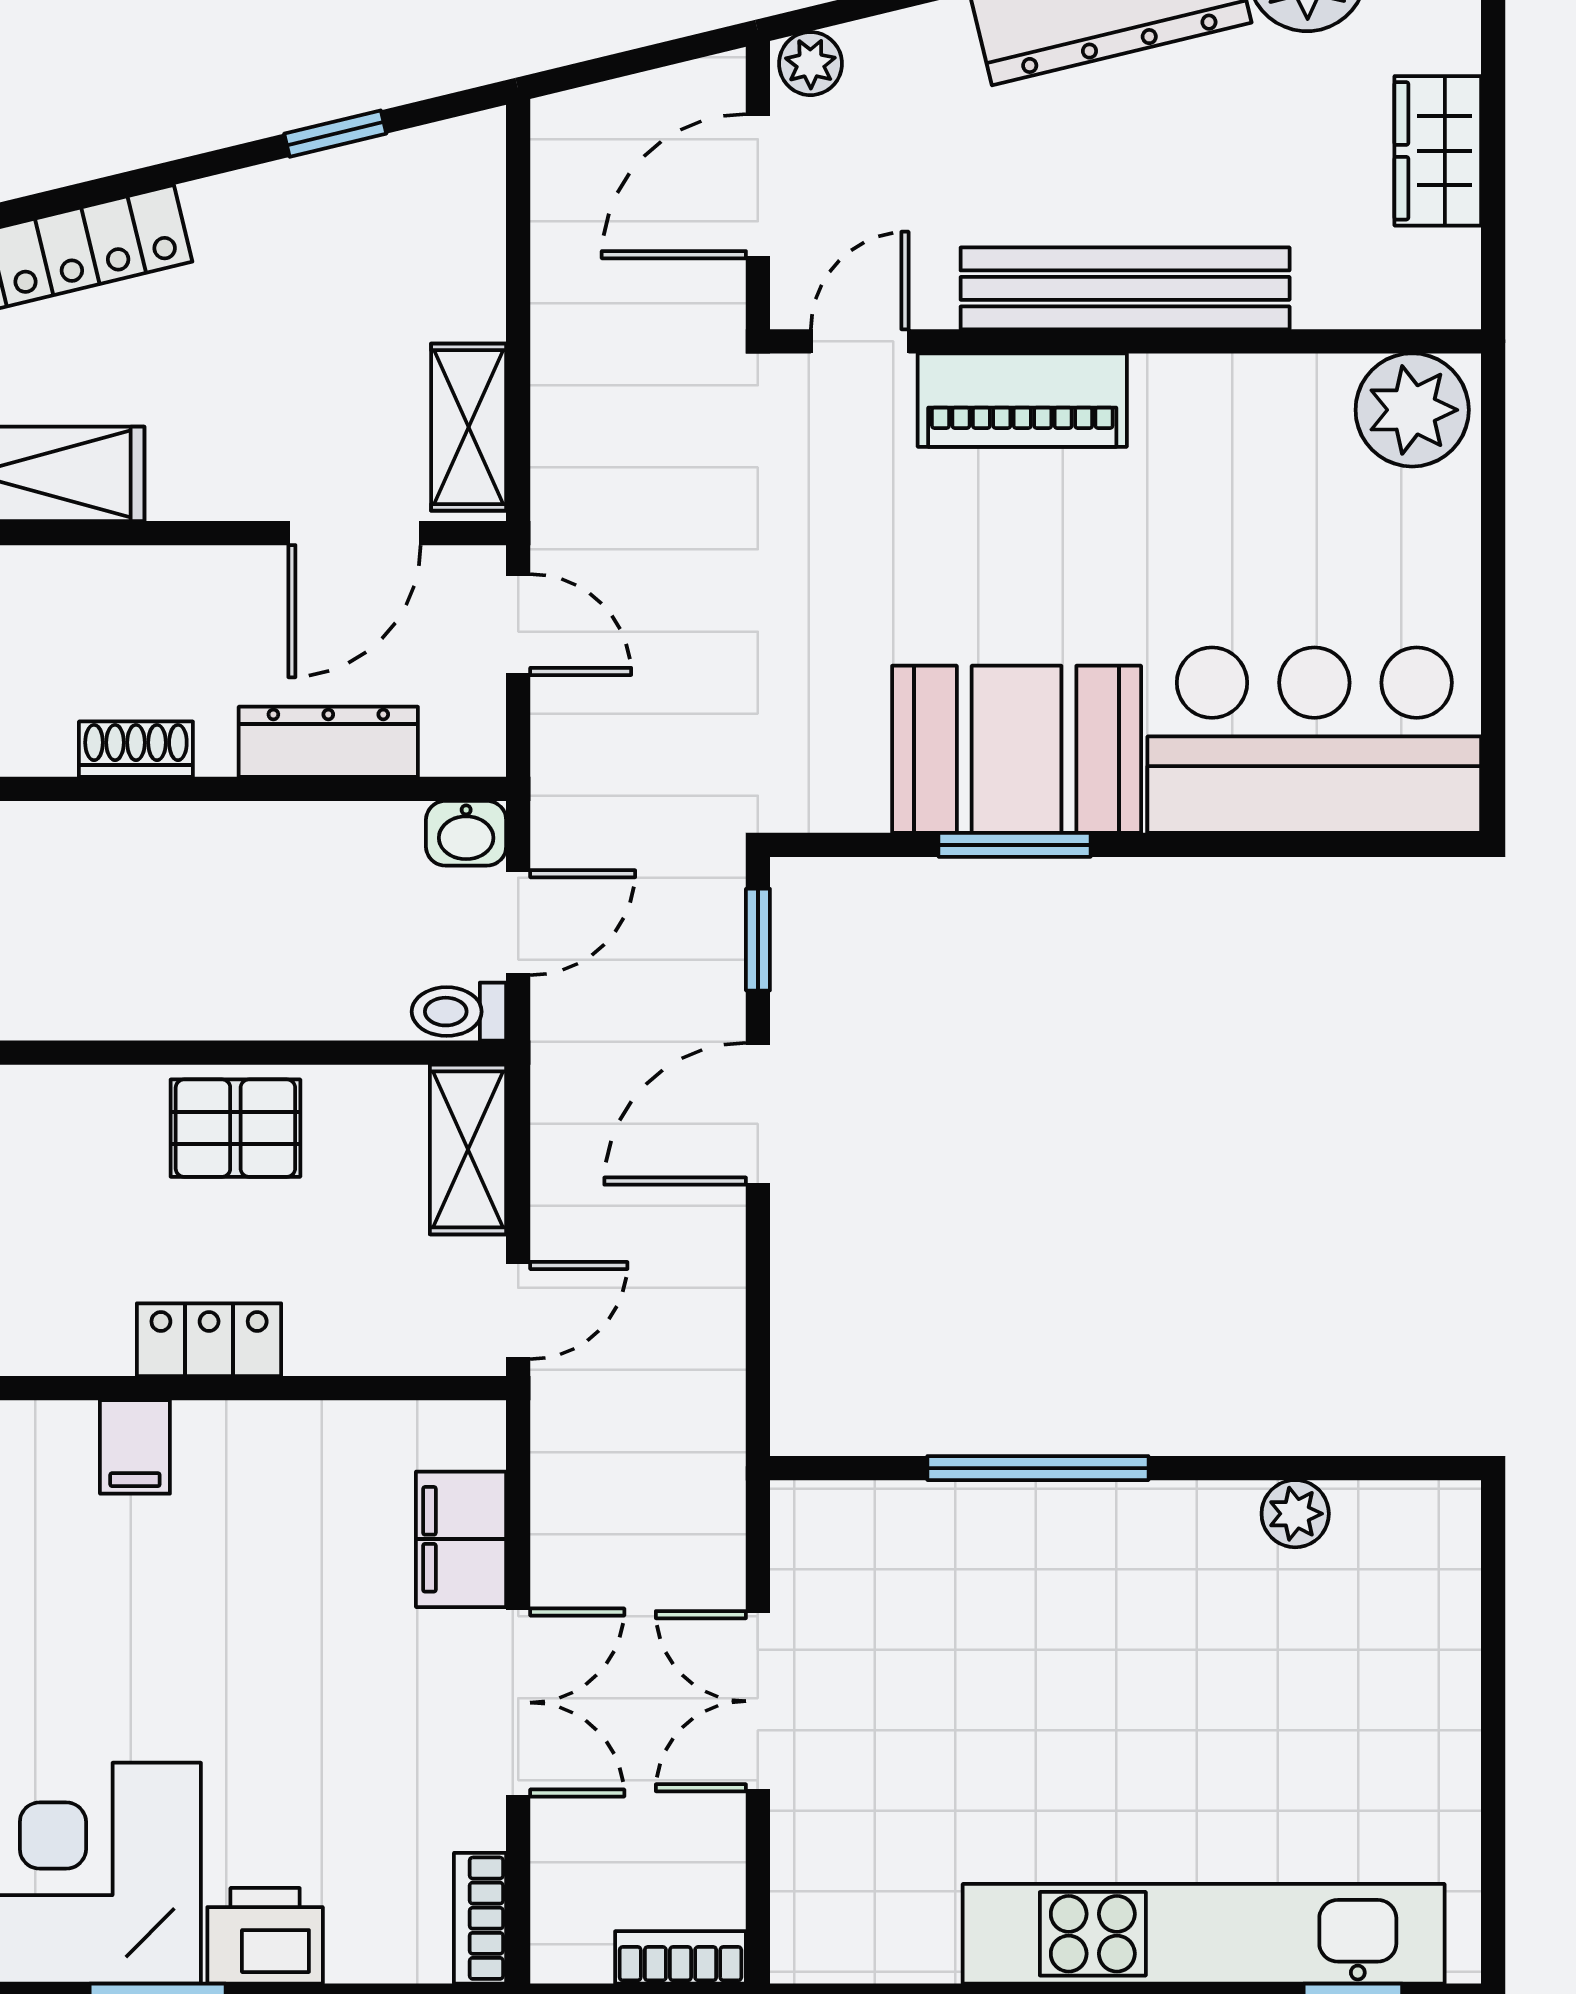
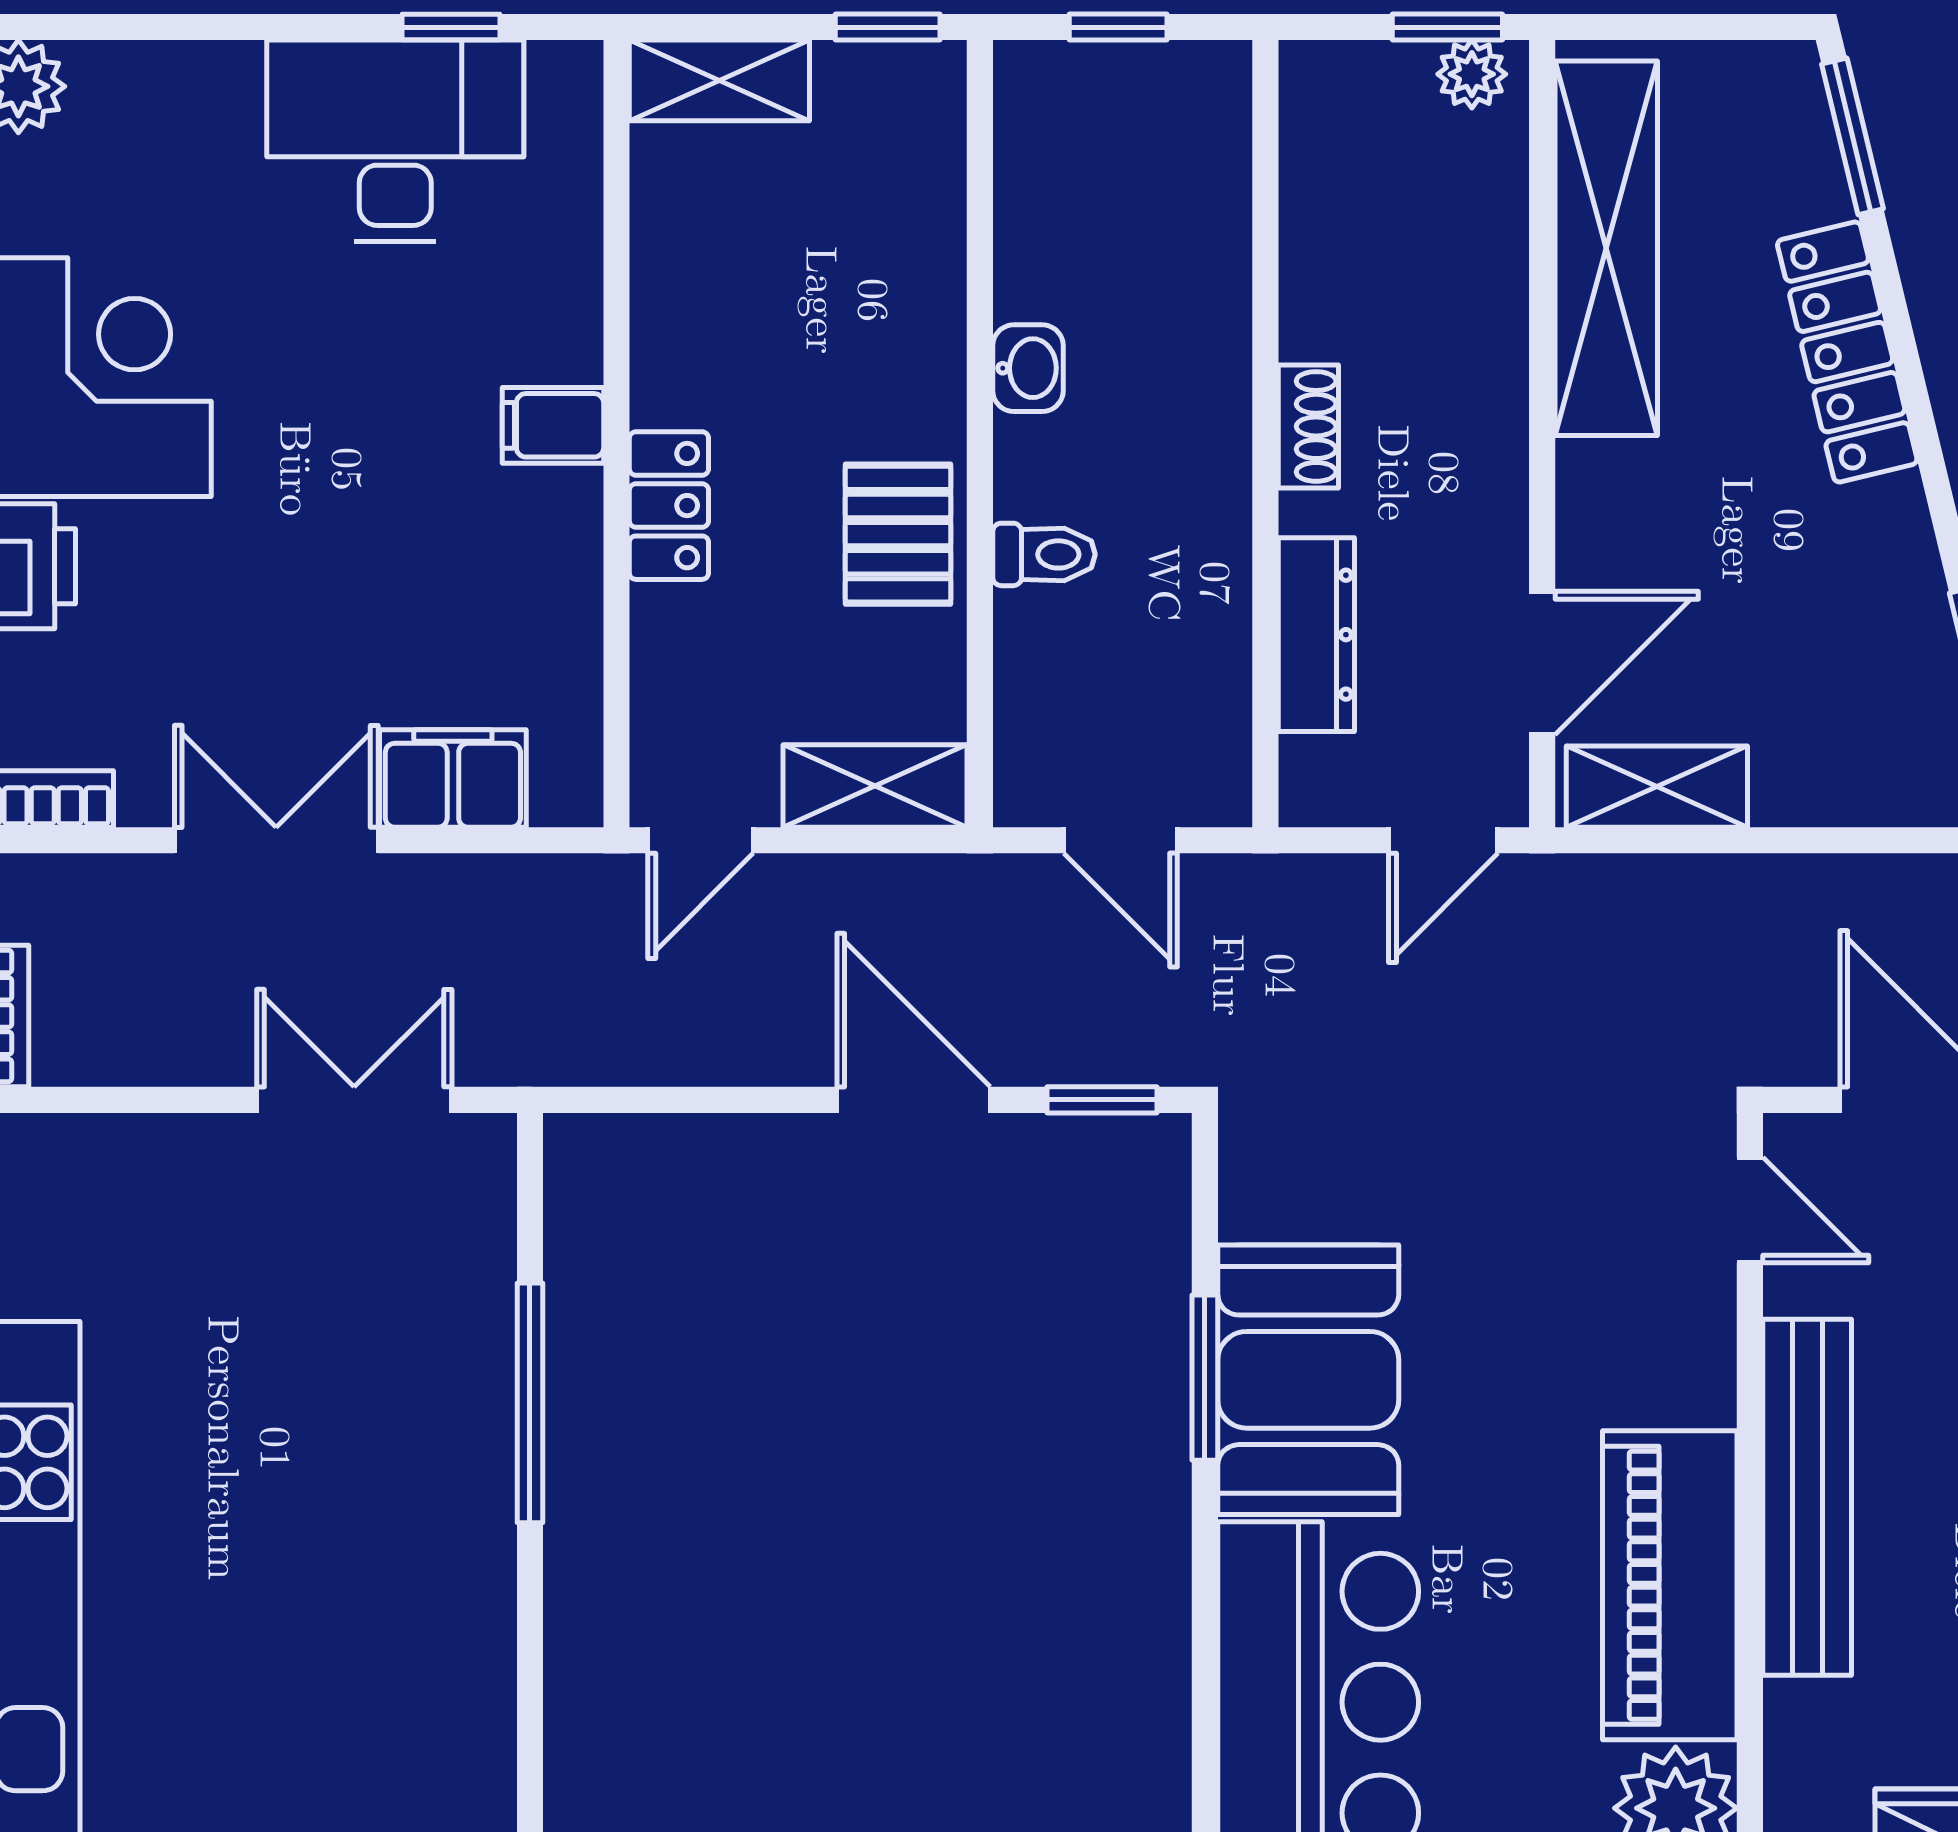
piano: (1022, 400) -> (1670, 1585), moved, width x1.37, depth x1.33
door: (354, 533) -> (1542, 663), swing flipped
washbasin: (466, 833) -> (1028, 368), moved, turned 180
toilet: (459, 1012) -> (1044, 554), moved, turned 90
door: (518, 1311) -> (701, 840), hinge flipped
plant: (1295, 1514) -> (481, 1681), removed
double door: (758, 1701) -> (354, 1100), moved
double door: (518, 1703) -> (276, 840), swing flipped

